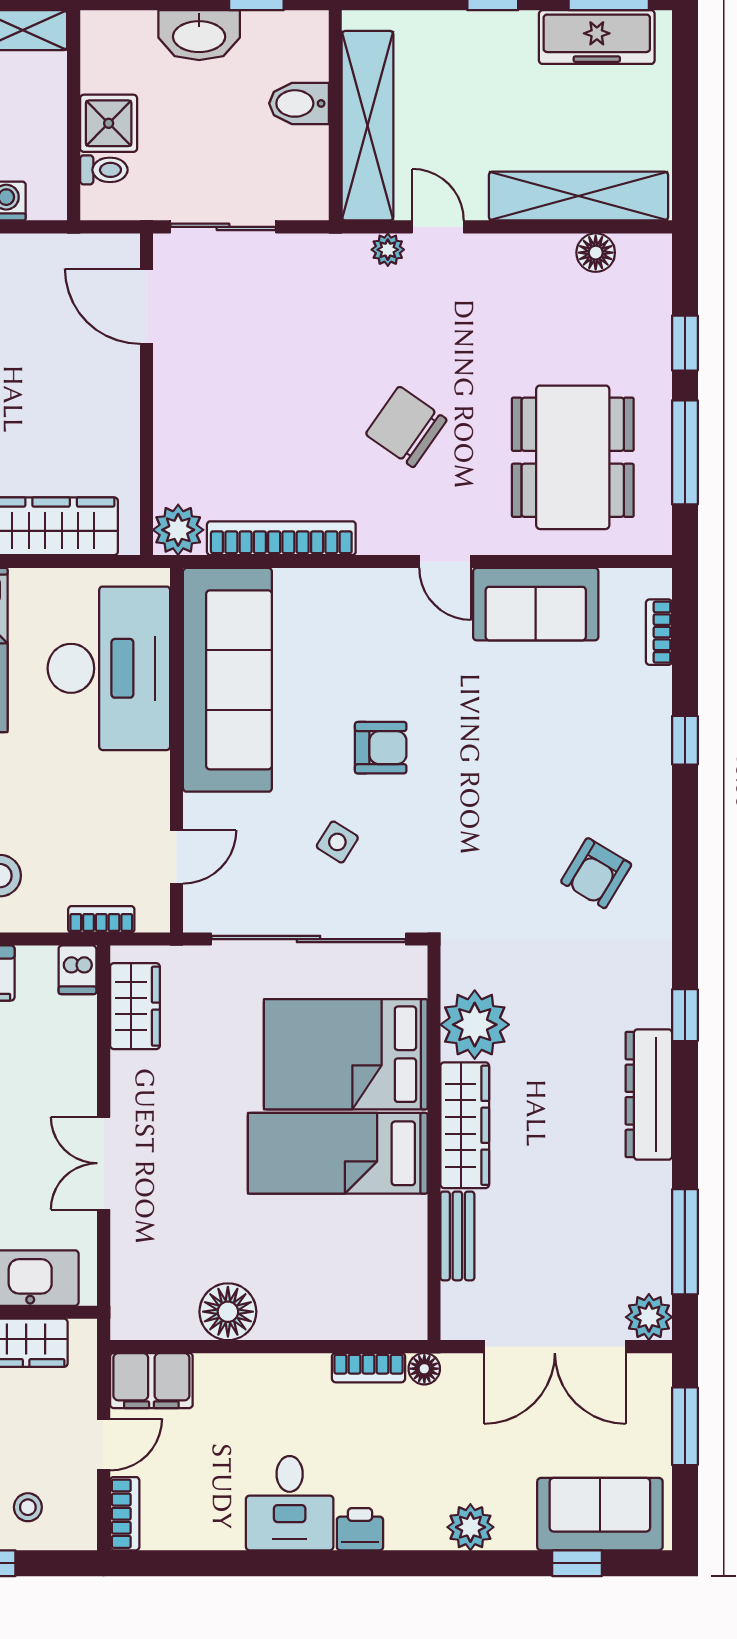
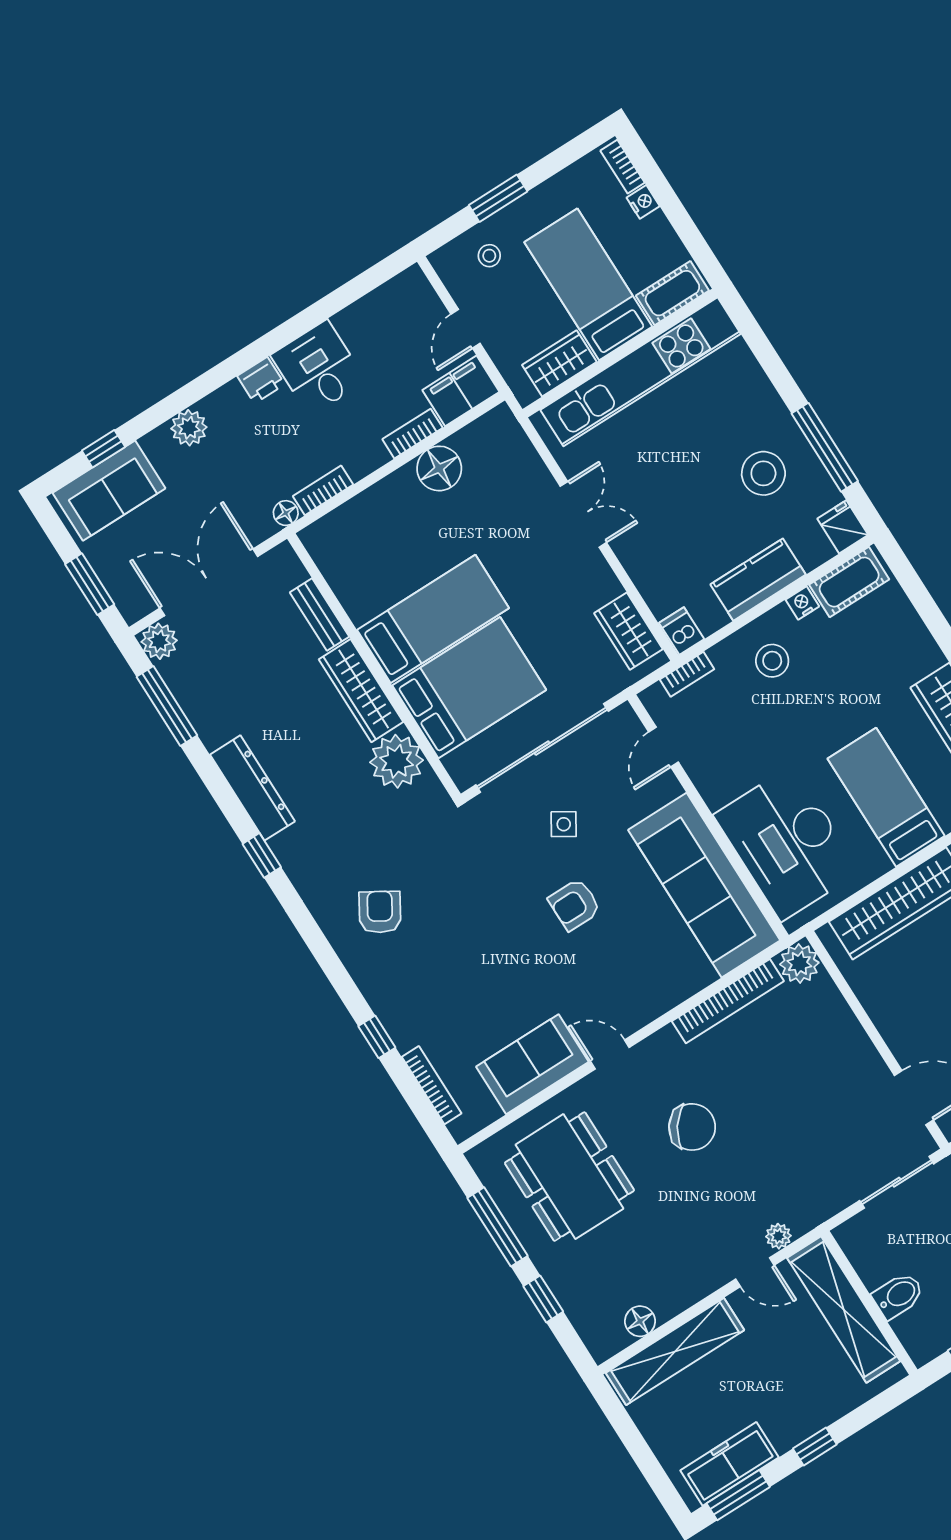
bookcase: (659, 632) -> (432, 1085), width x1.56
bookcase: (125, 1514) -> (413, 434), moved, turned 90

